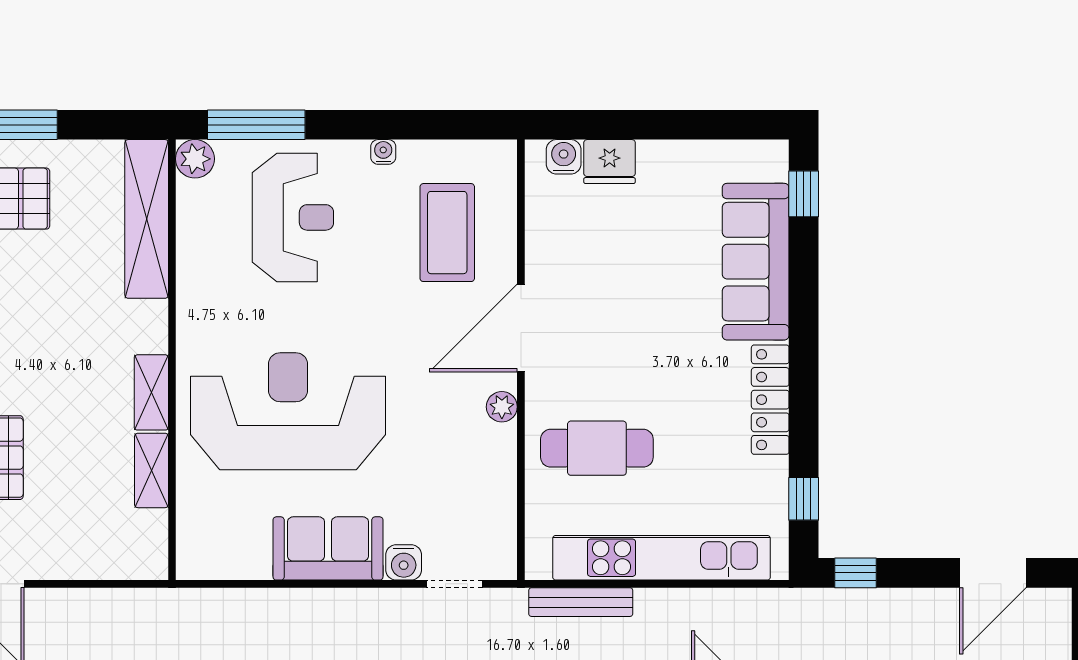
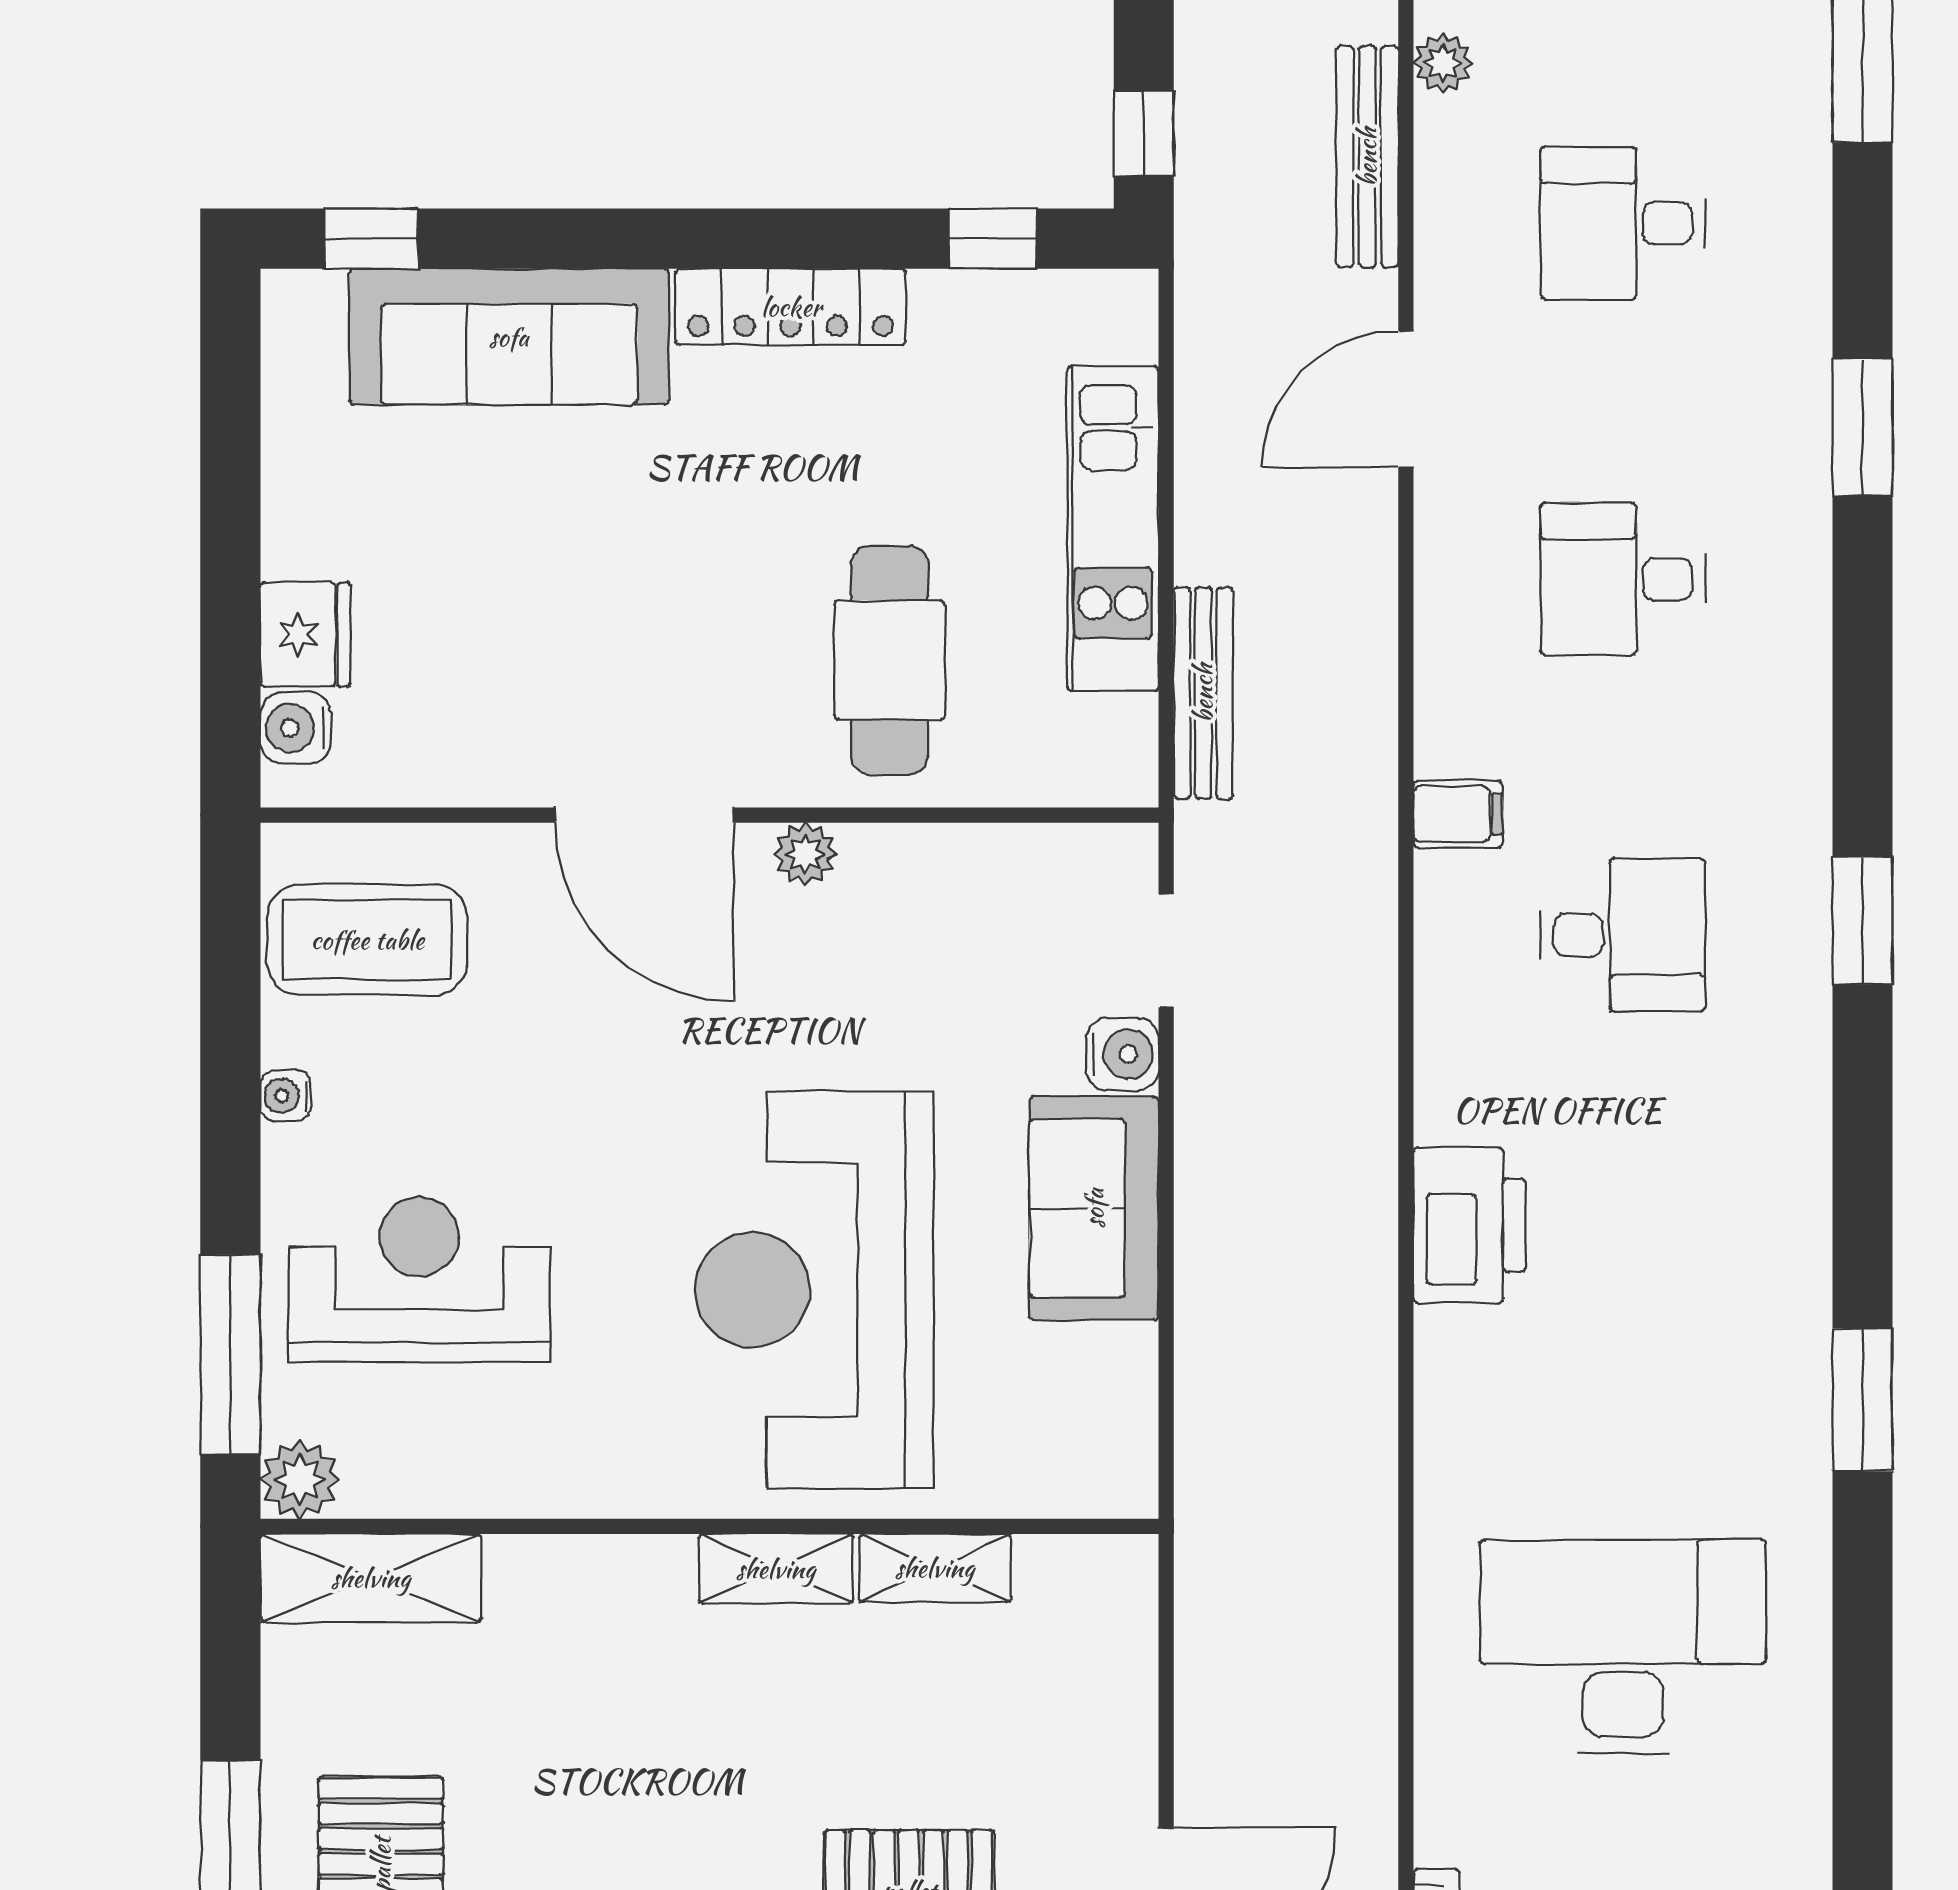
shelving: (147, 219) -> (371, 1578), width x0.68
coffee table: (447, 233) -> (367, 940), moved
kitchen unit: (662, 558) -> (1113, 528), width x0.73

